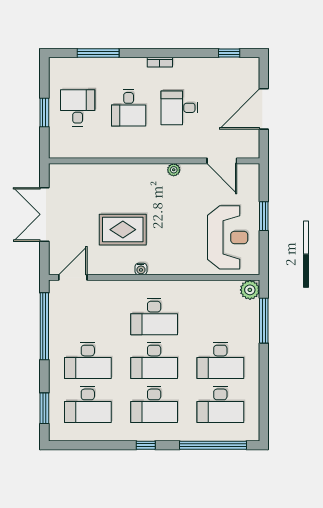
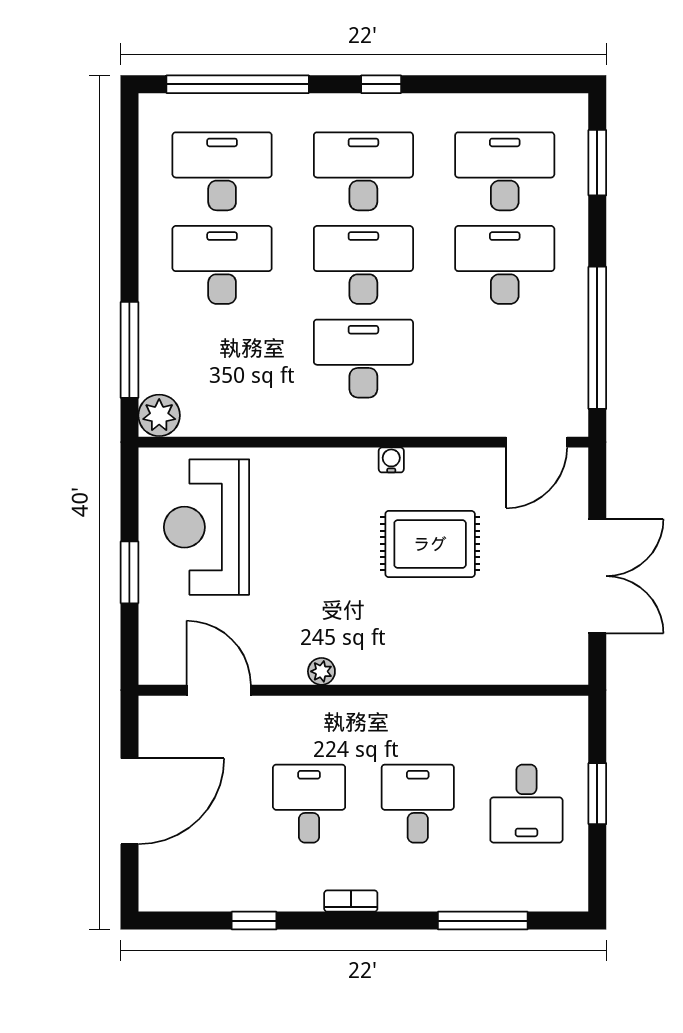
window: (229, 53) -> (254, 921), moved
desk: (180, 108) -> (309, 804), turned -90

